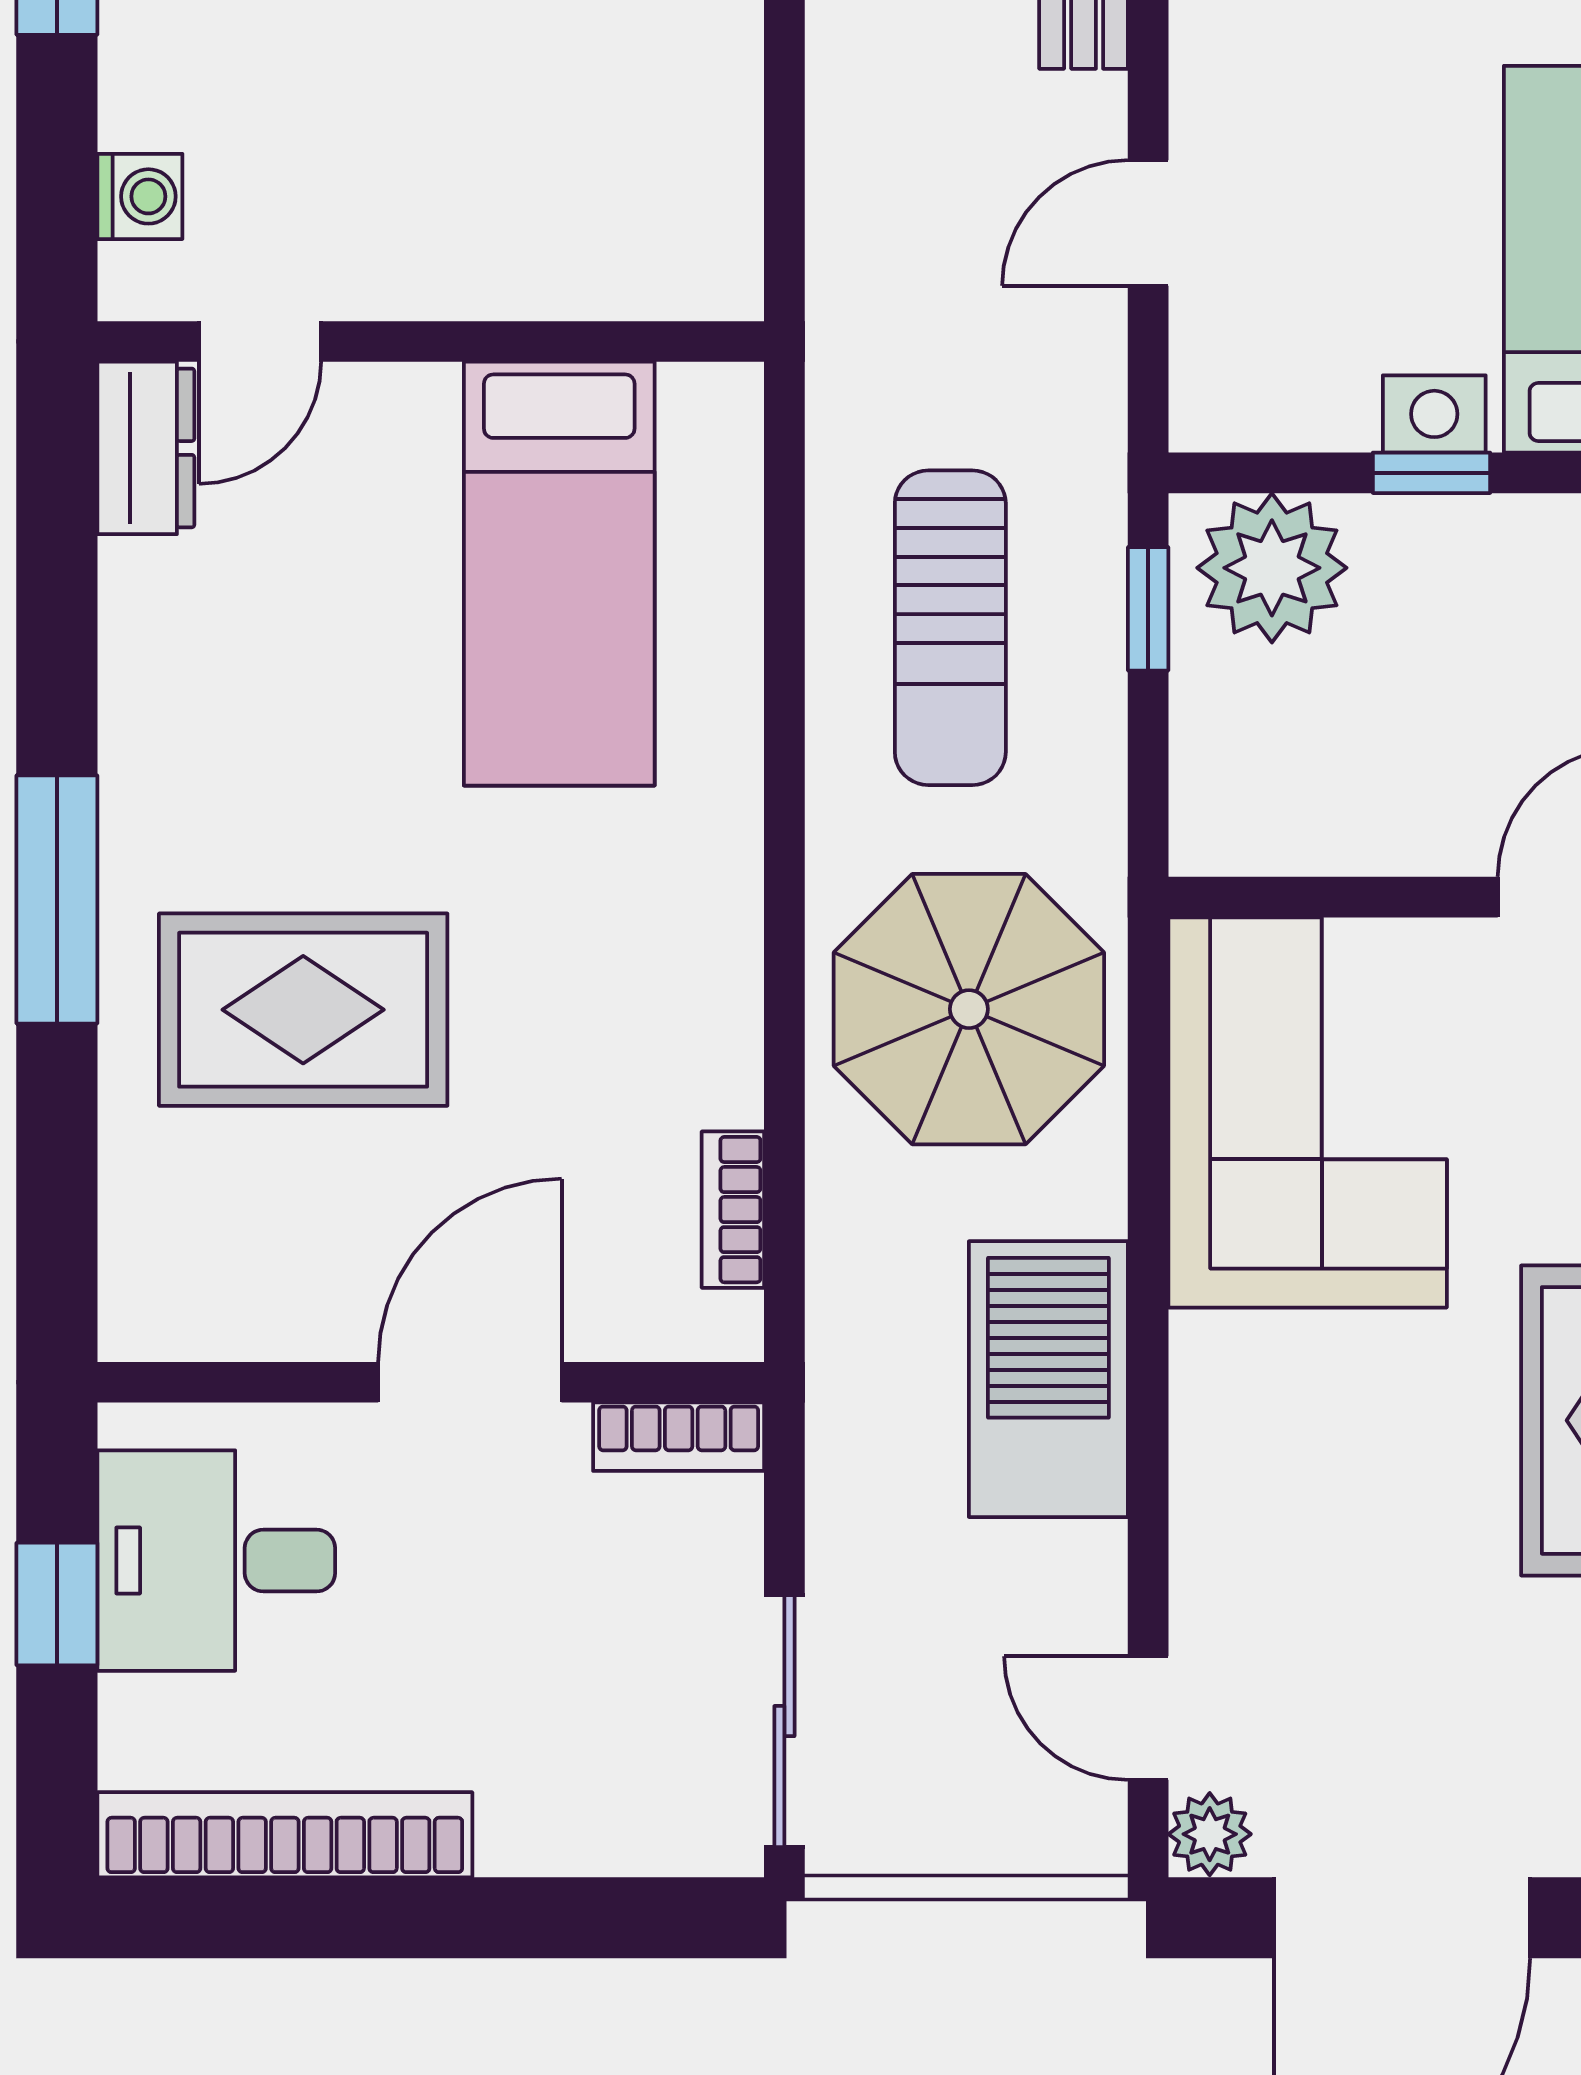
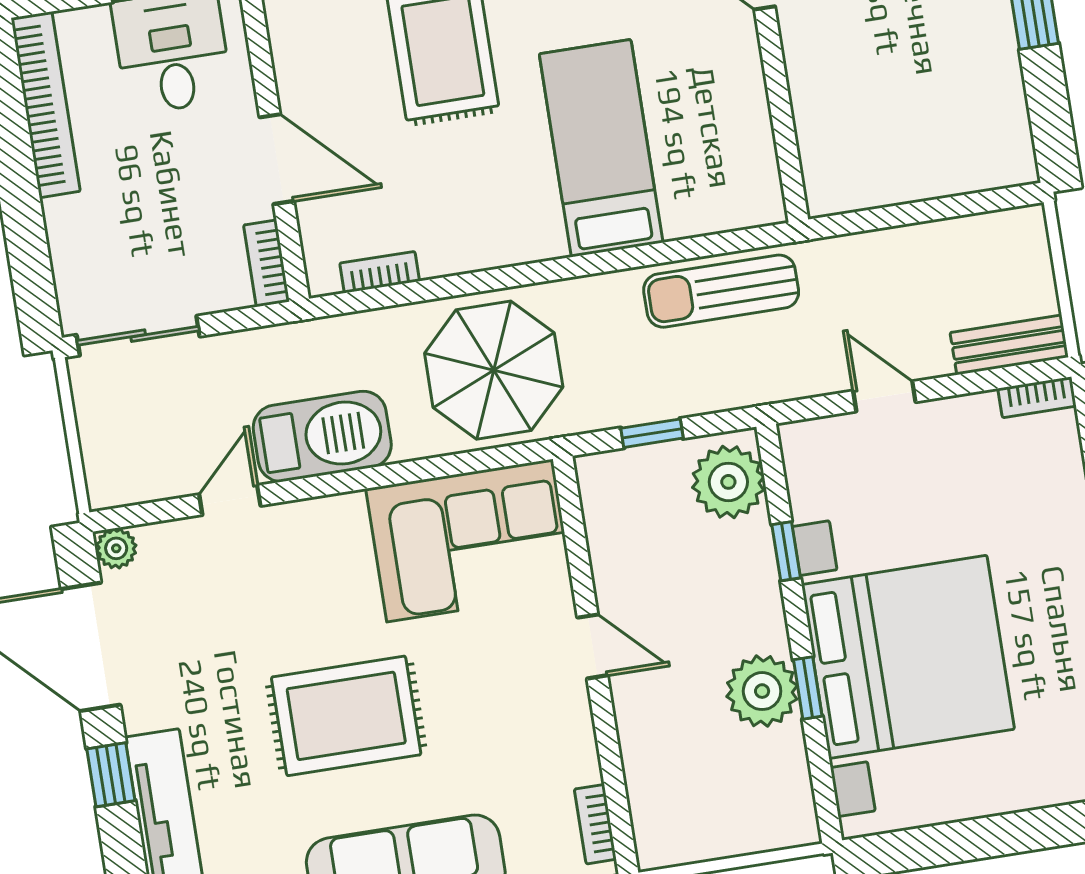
bed: (559, 574) -> (601, 148), moved, turned 90
window: (1148, 609) -> (652, 433), moved
sun lounger: (950, 628) -> (721, 291), moved
door: (1148, 1718) -> (230, 500), moved

